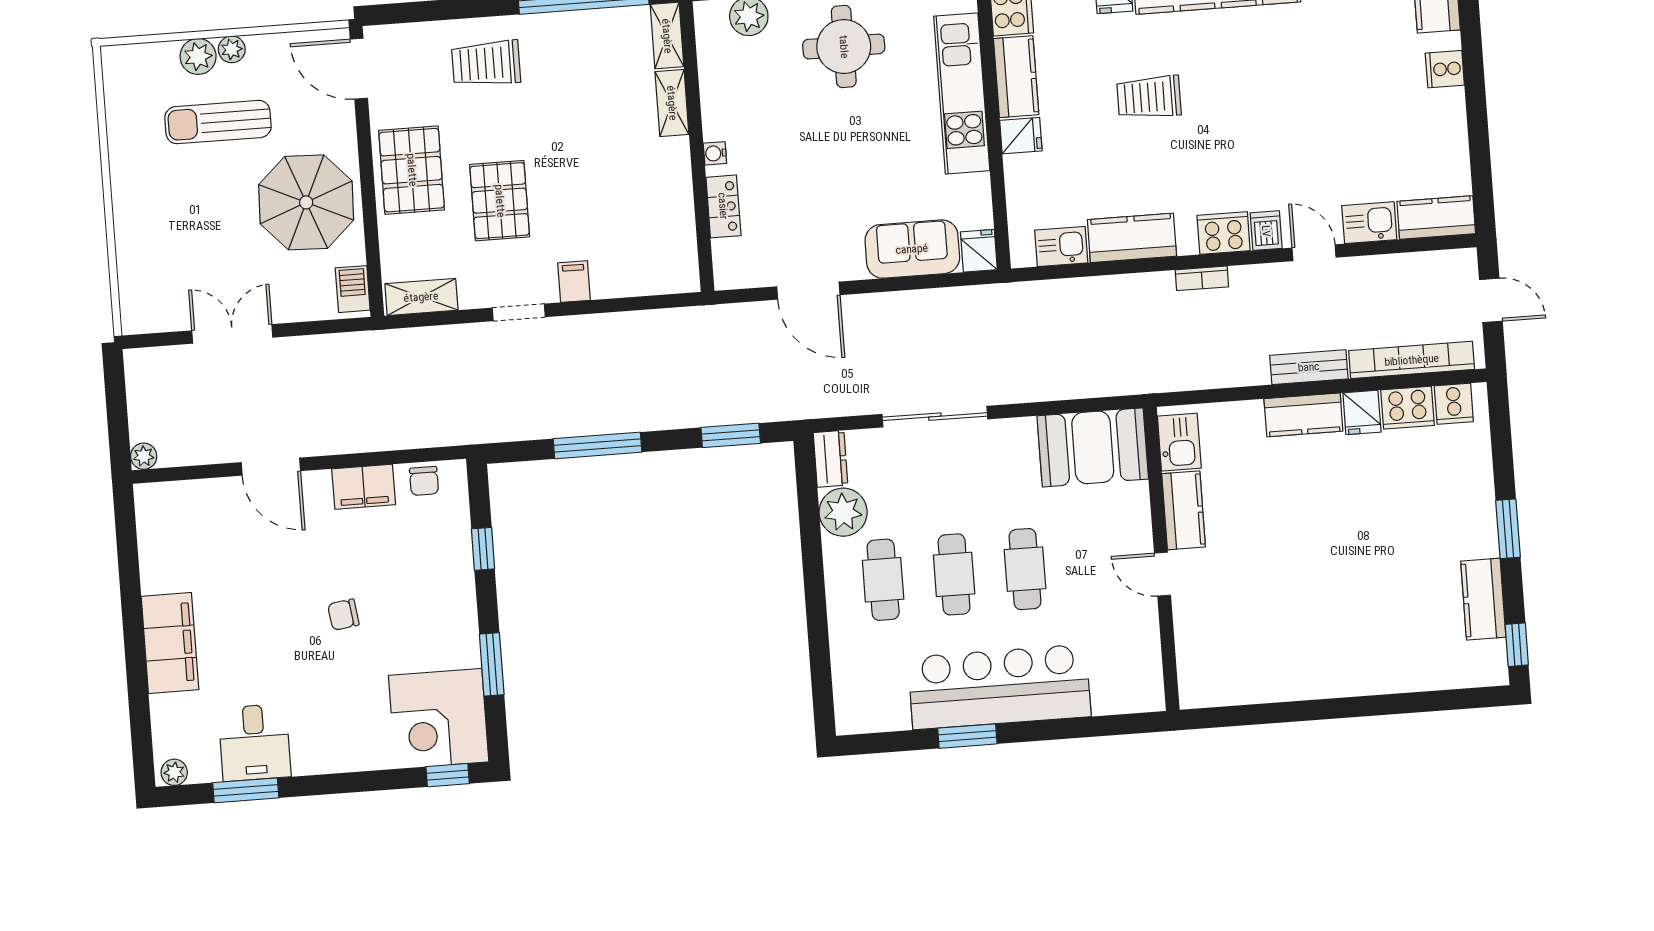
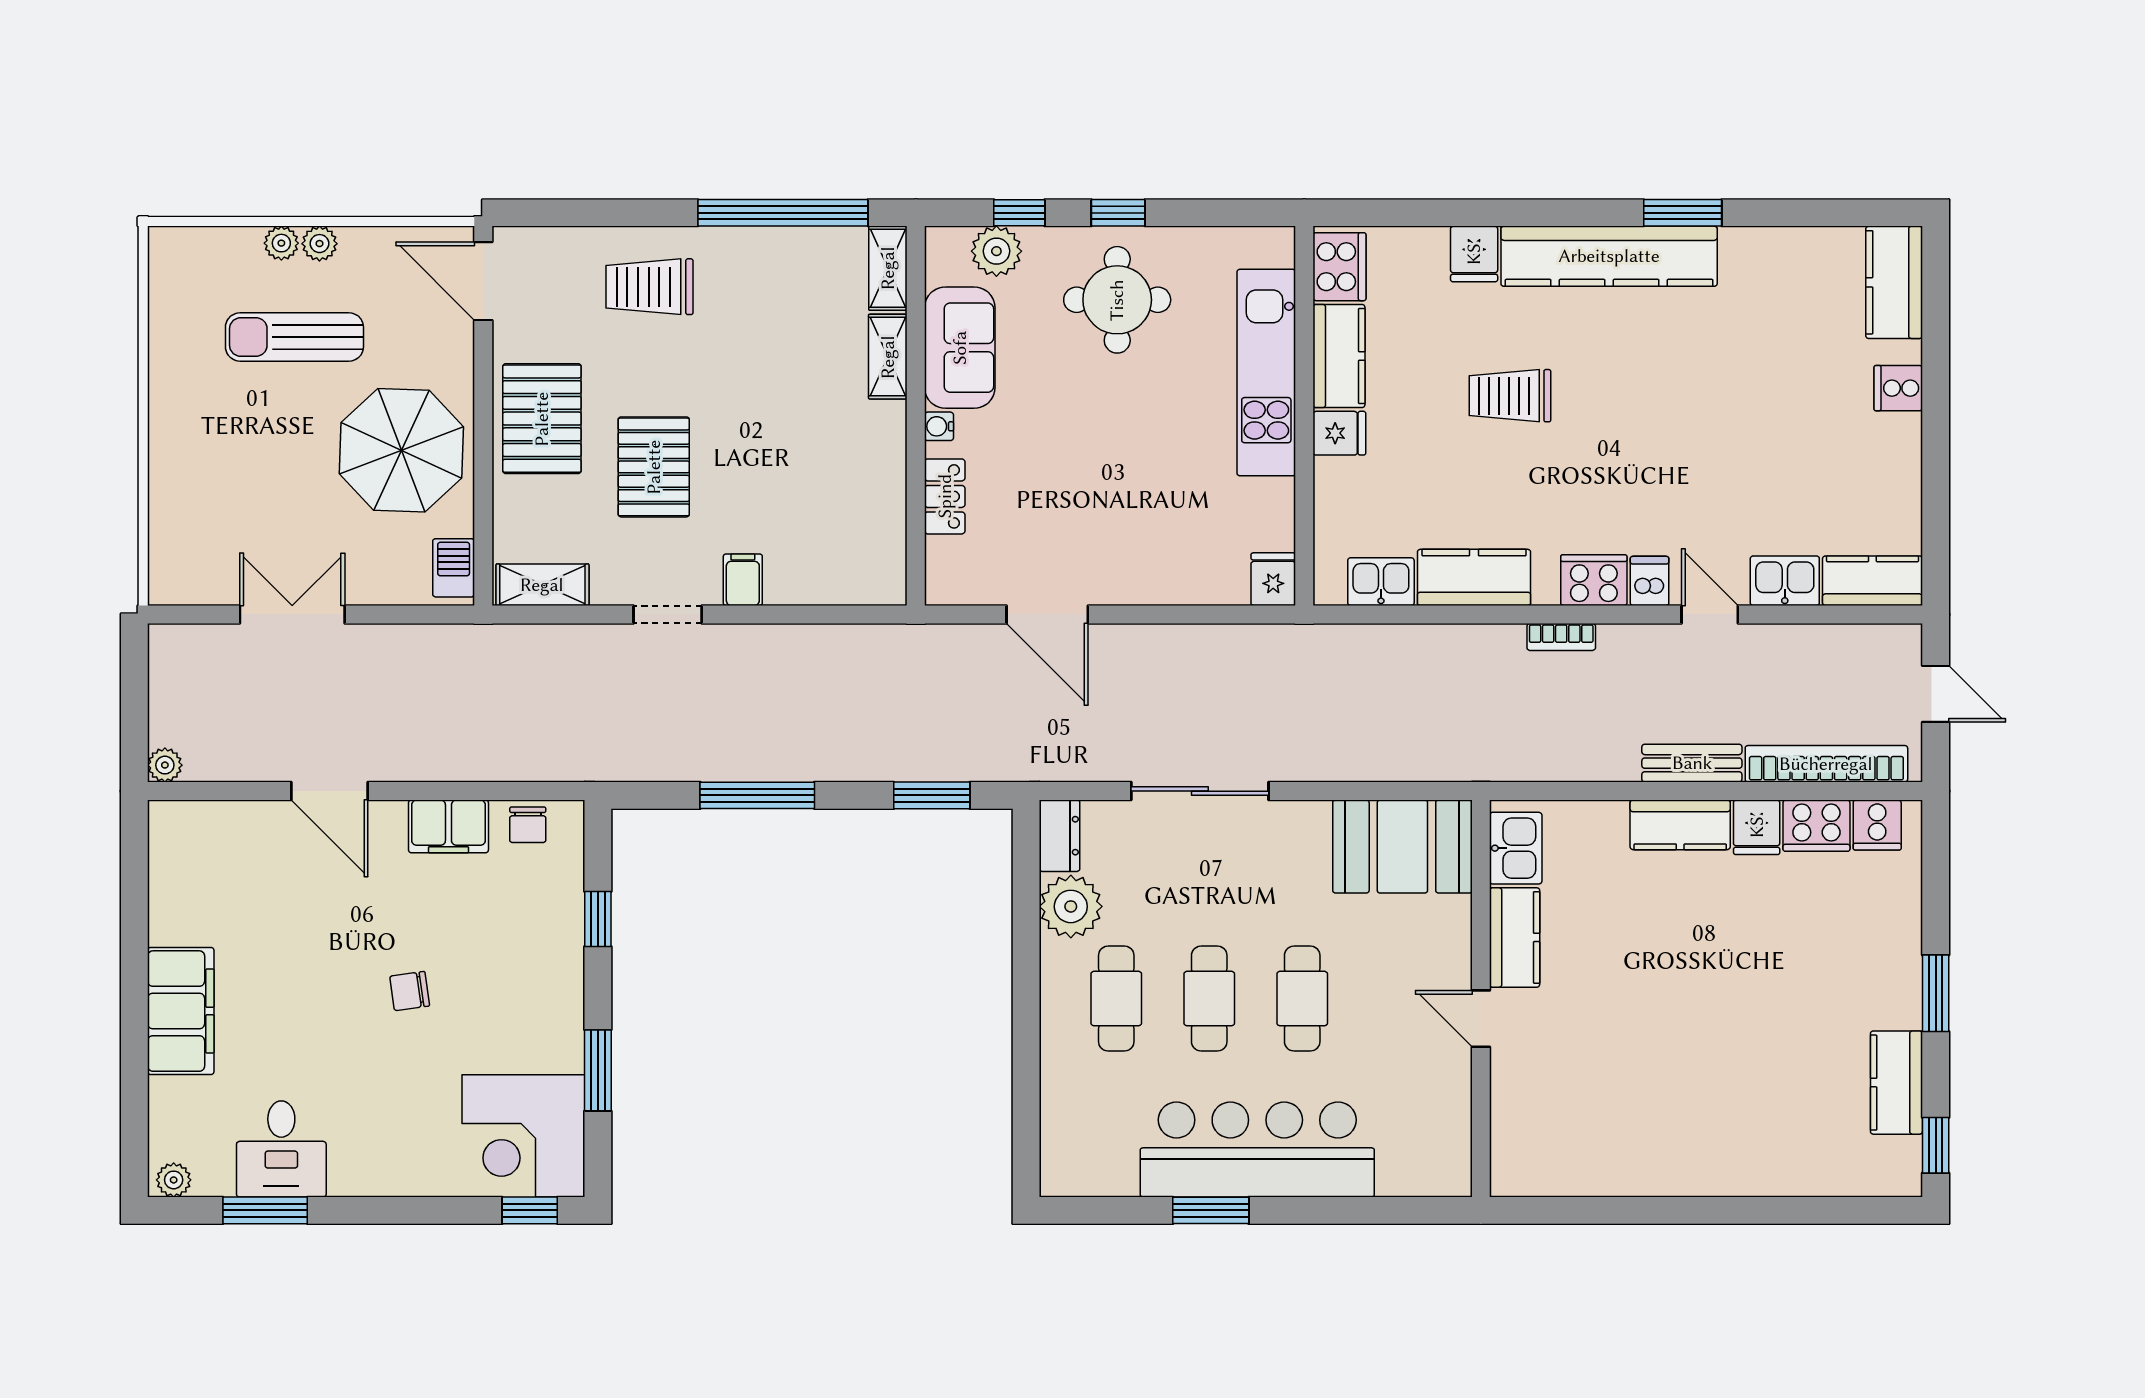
plant: (198, 56) -> (281, 243), width x0.73, depth x0.73
sofa: (912, 249) -> (960, 348), moved, turned 90

